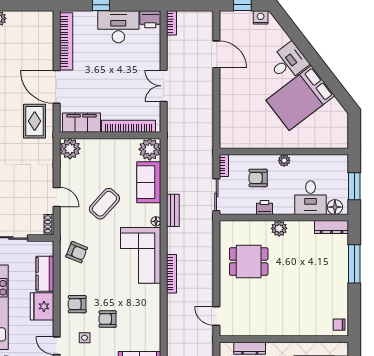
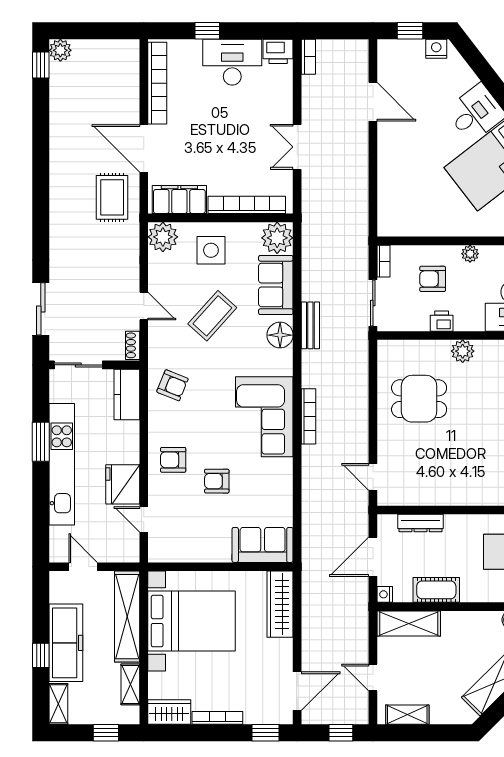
floor lamp: (156, 221) -> (280, 335), width x1.89, depth x1.89
corner sofa: (141, 255) -> (264, 417), moved
kitchen counter: (45, 274) -> (127, 394), moved
fridge: (42, 306) -> (123, 484), moved
side table: (85, 338) -> (211, 250), moved, width x1.87, depth x1.87

